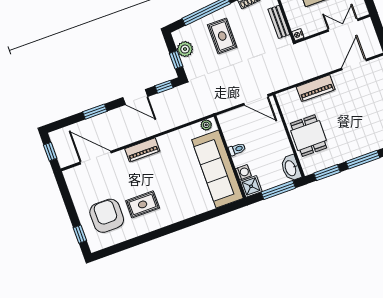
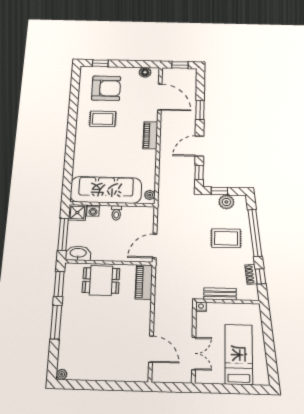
piano: (316, 88) -> (144, 282), moved
door: (96, 158) -> (160, 97), hinge flipped
floor lamp: (73, 184) -> (145, 72), added
rug: (143, 204) -> (103, 119), turned 90

